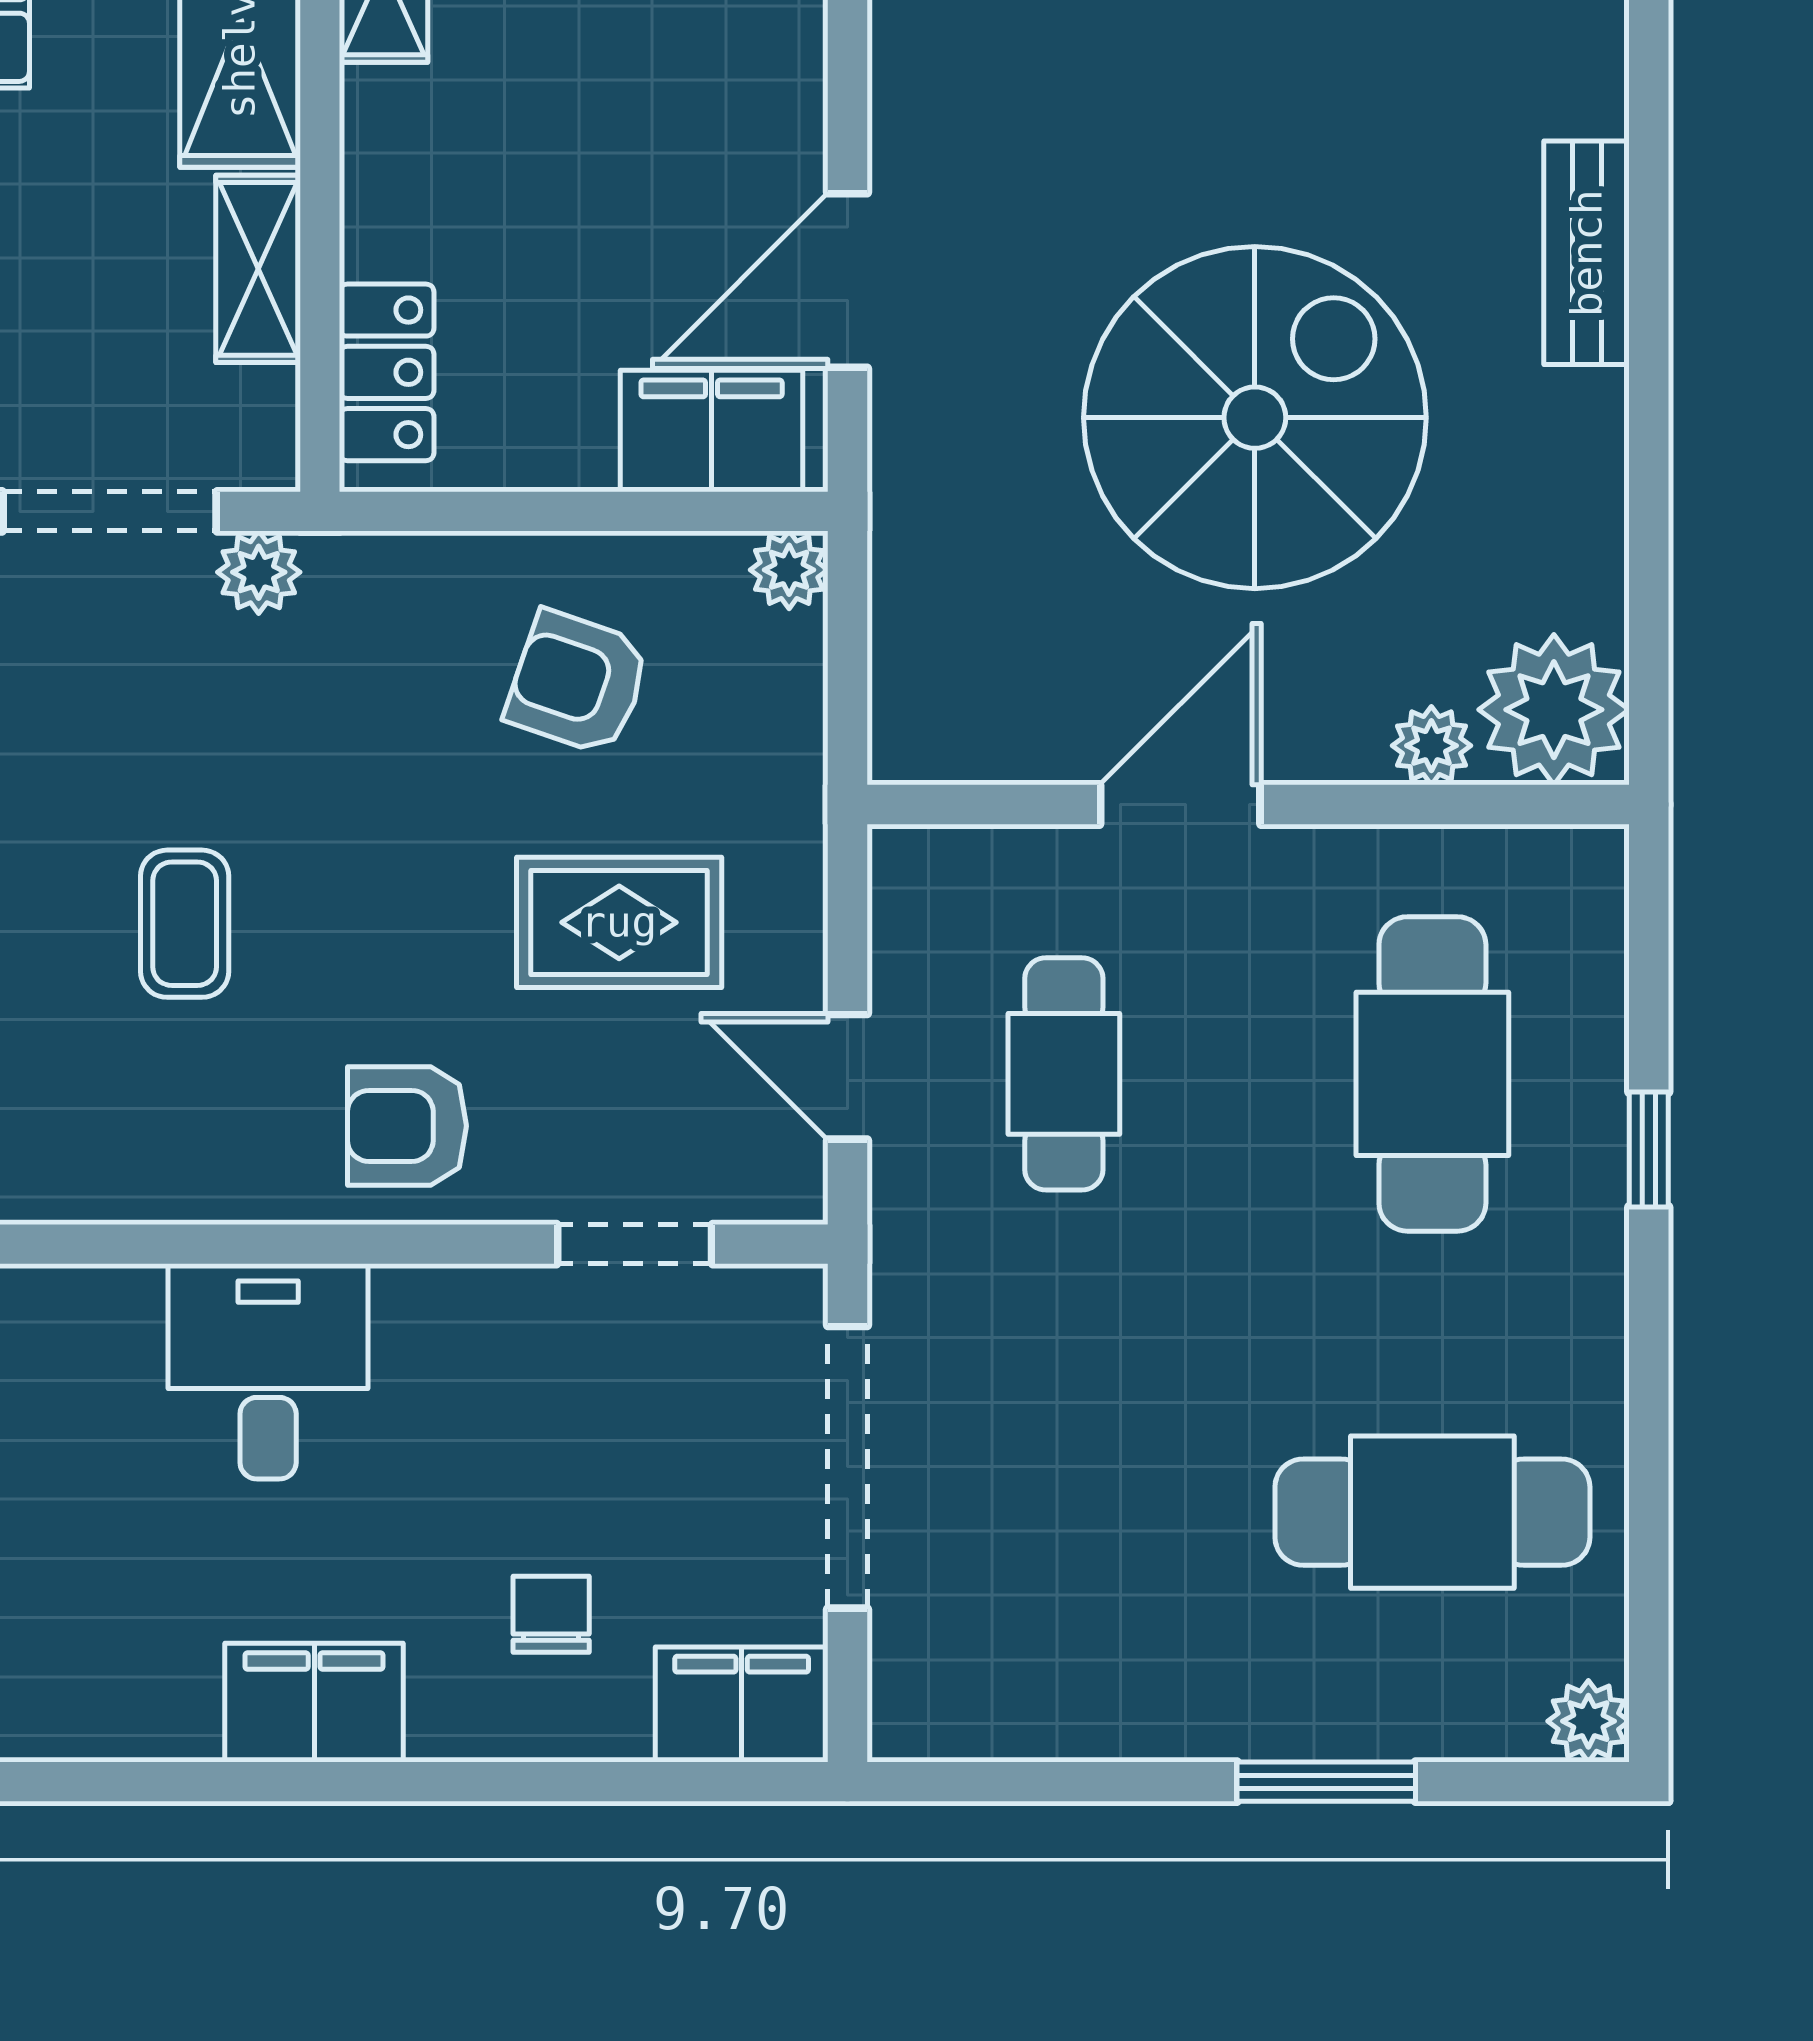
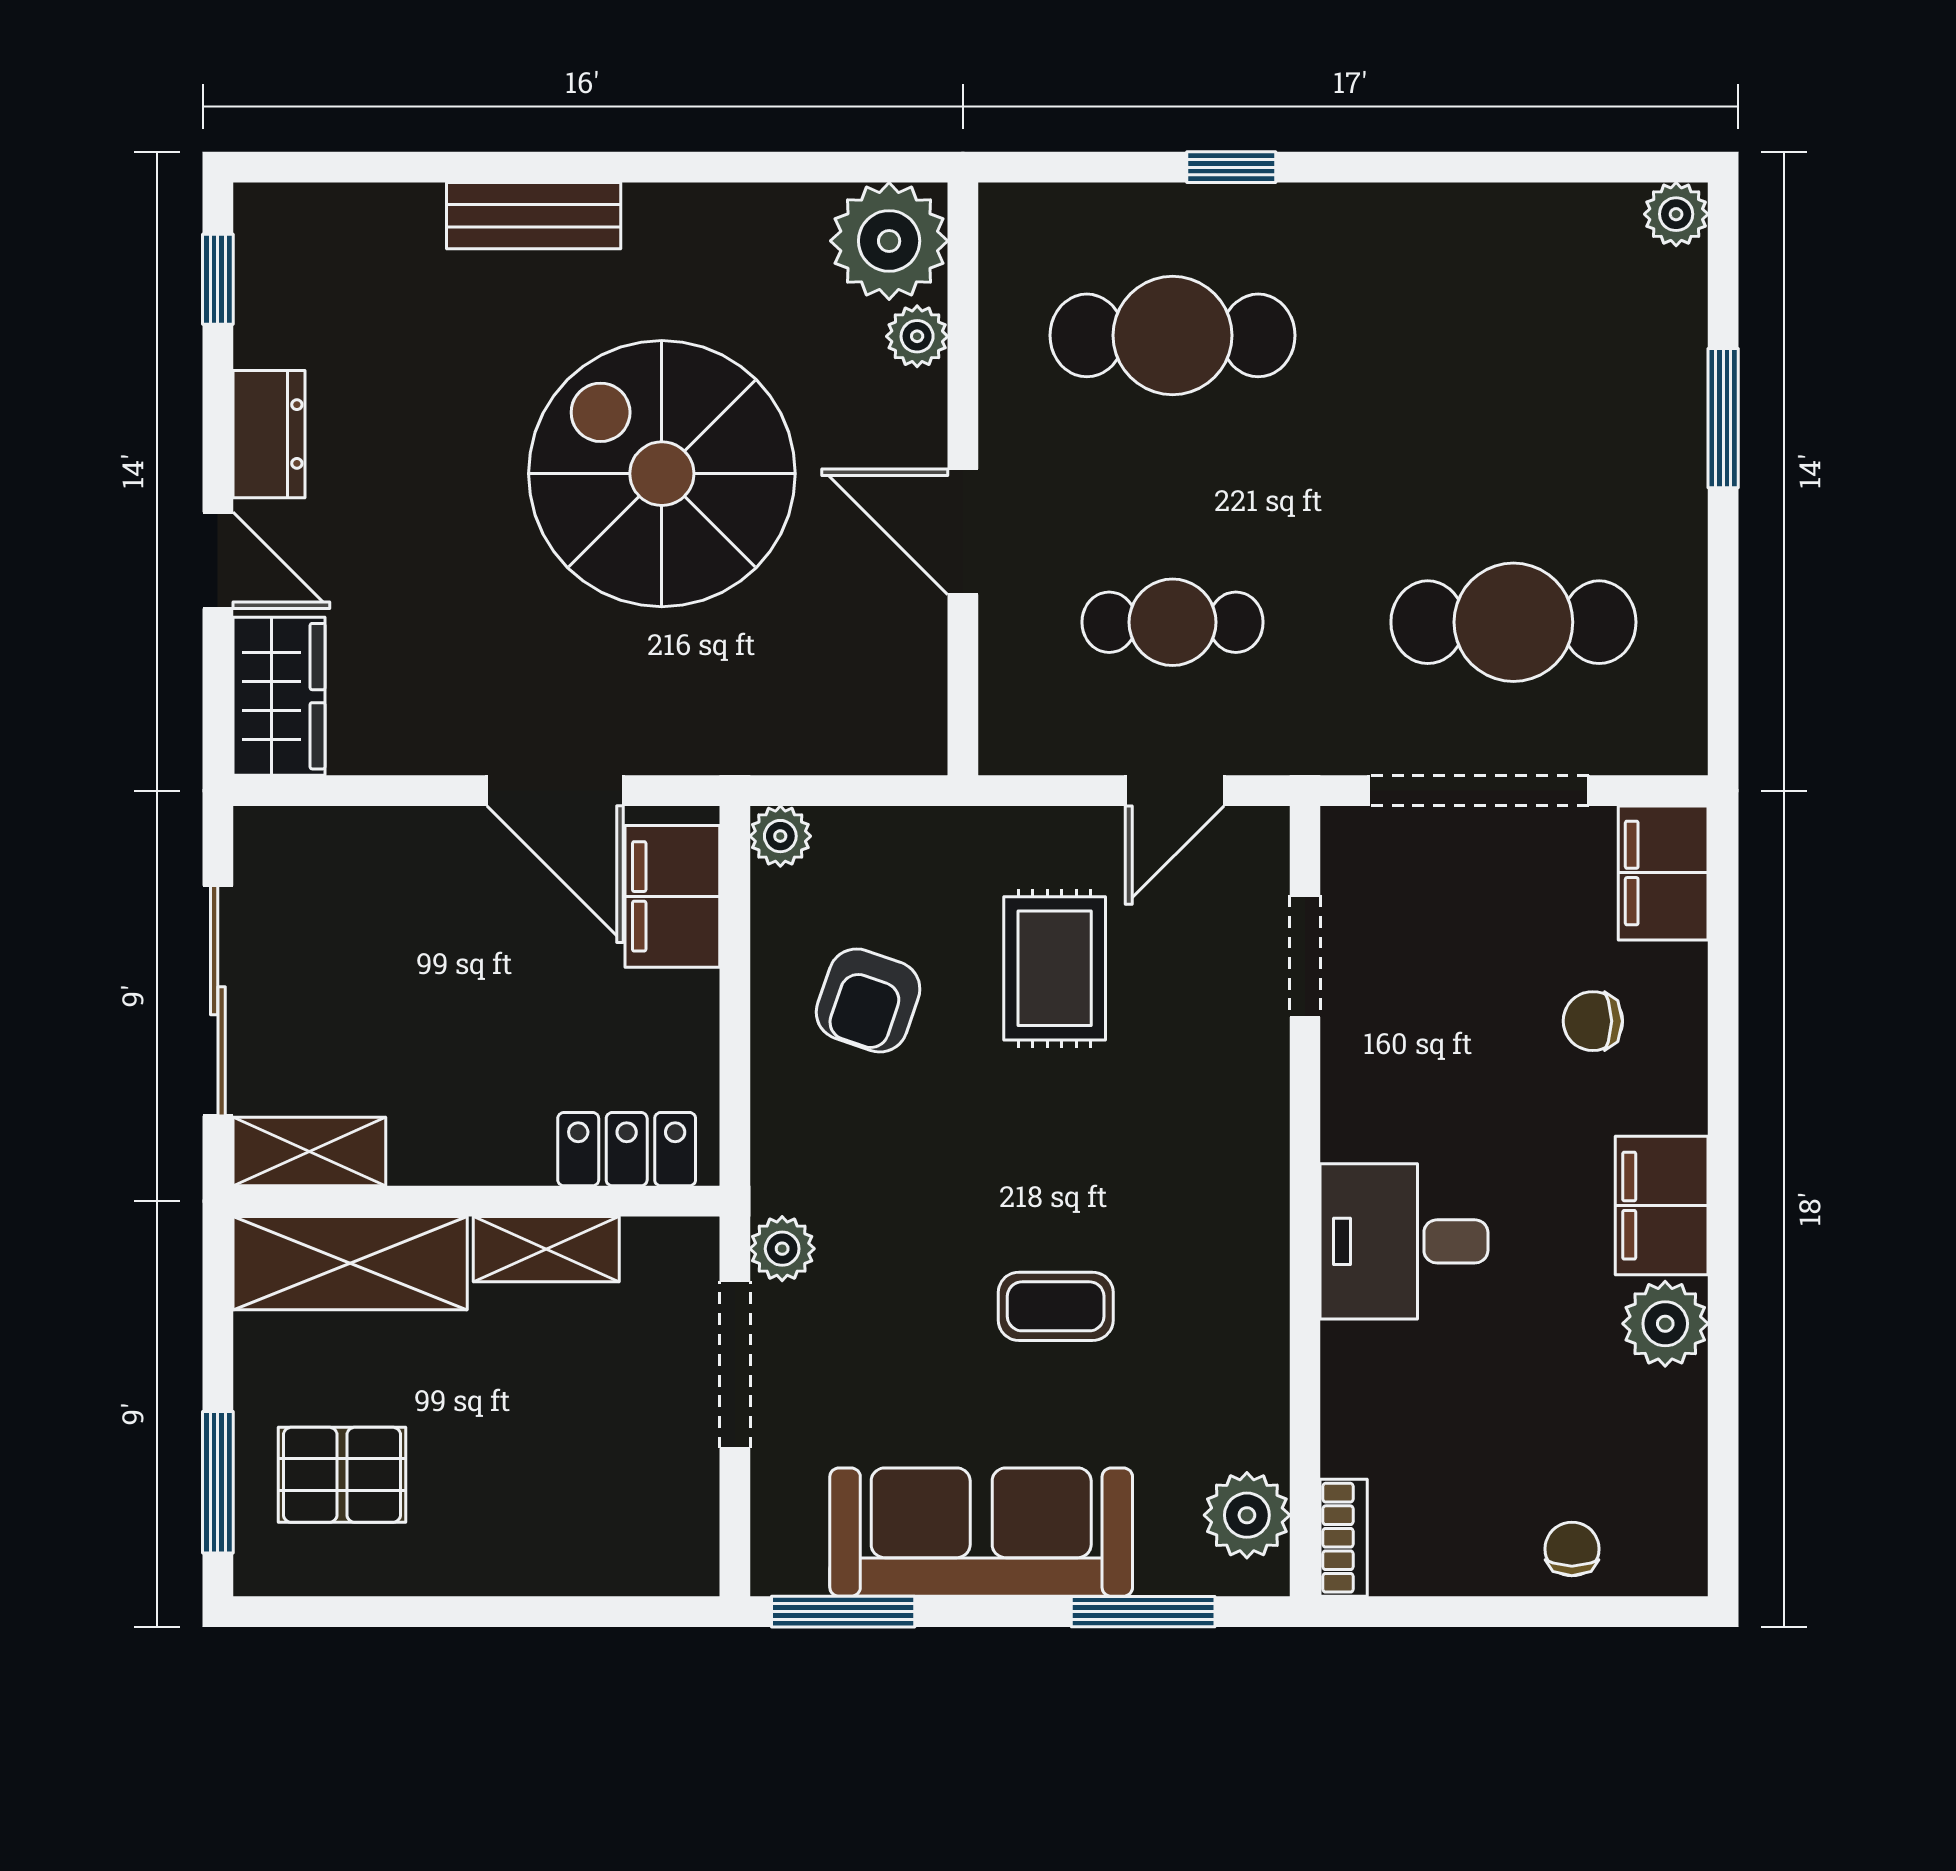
armchair: (407, 1126) -> (1213, 1133), removed
cafe table: (1432, 1512) -> (1513, 622), moved, turned 90
plant: (162, 1707) -> (1665, 1324), added

